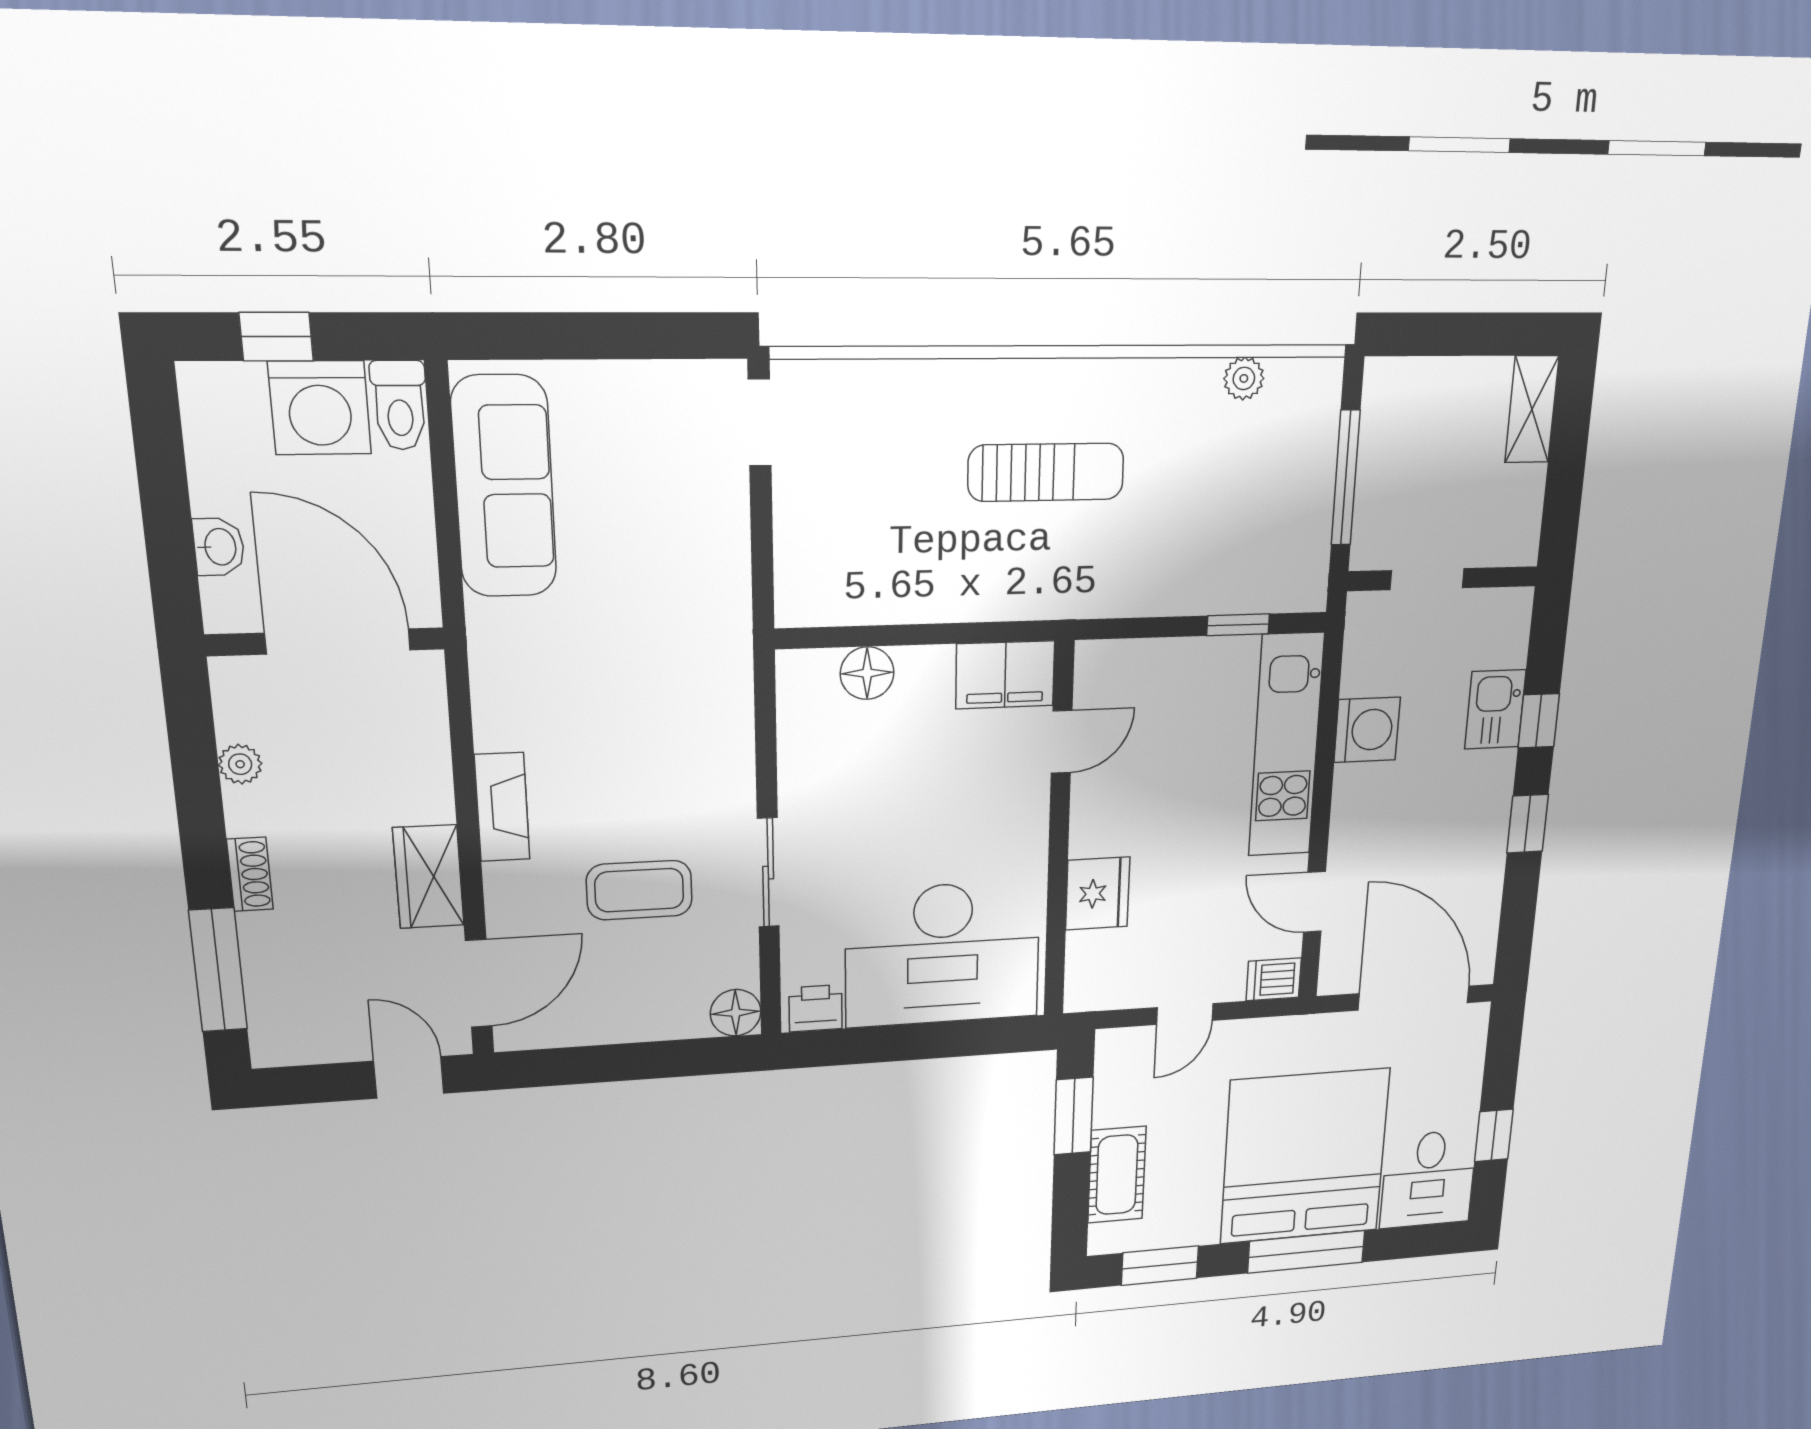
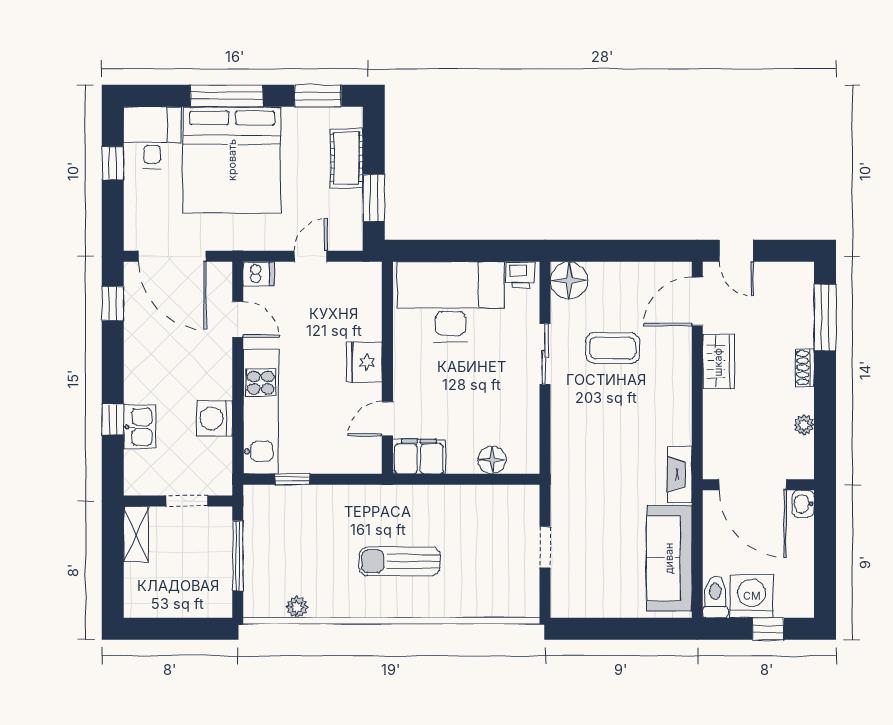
shelving: (1532, 409) -> (136, 534), moved
doorway: (760, 423) -> (545, 547), moved
washbasin: (219, 547) -> (803, 504), moved
fireplace: (502, 807) -> (680, 474), moved
window: (1528, 824) -> (113, 303), moved
fridge: (1098, 894) -> (364, 362), moved
floor lamp: (736, 1013) -> (569, 280), width x1.38, depth x1.38

